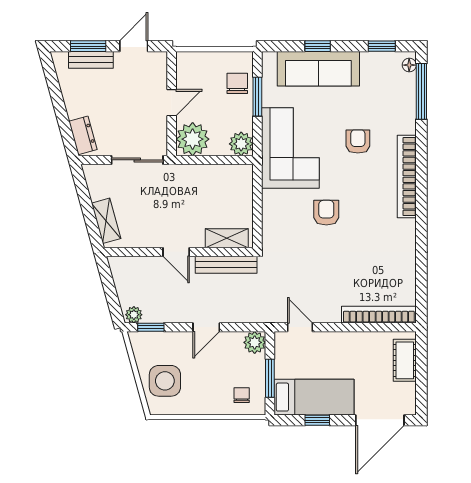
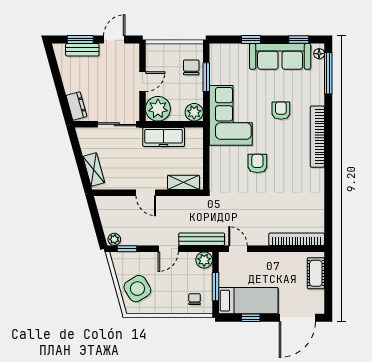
sofa: (318, 69) -> (280, 56), moved
freezer: (200, 177) -> (164, 137), added
bench: (226, 265) -> (202, 239), moved
side table: (165, 381) -> (137, 289), turned -31

